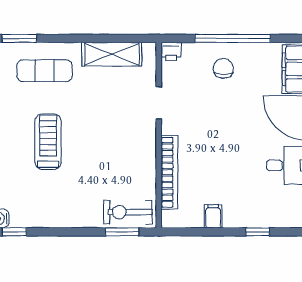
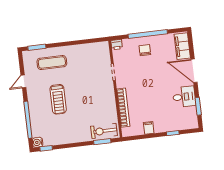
shelving: (112, 54) -> (86, 50), removed
treadmill: (48, 142) -> (58, 99), turned 180

